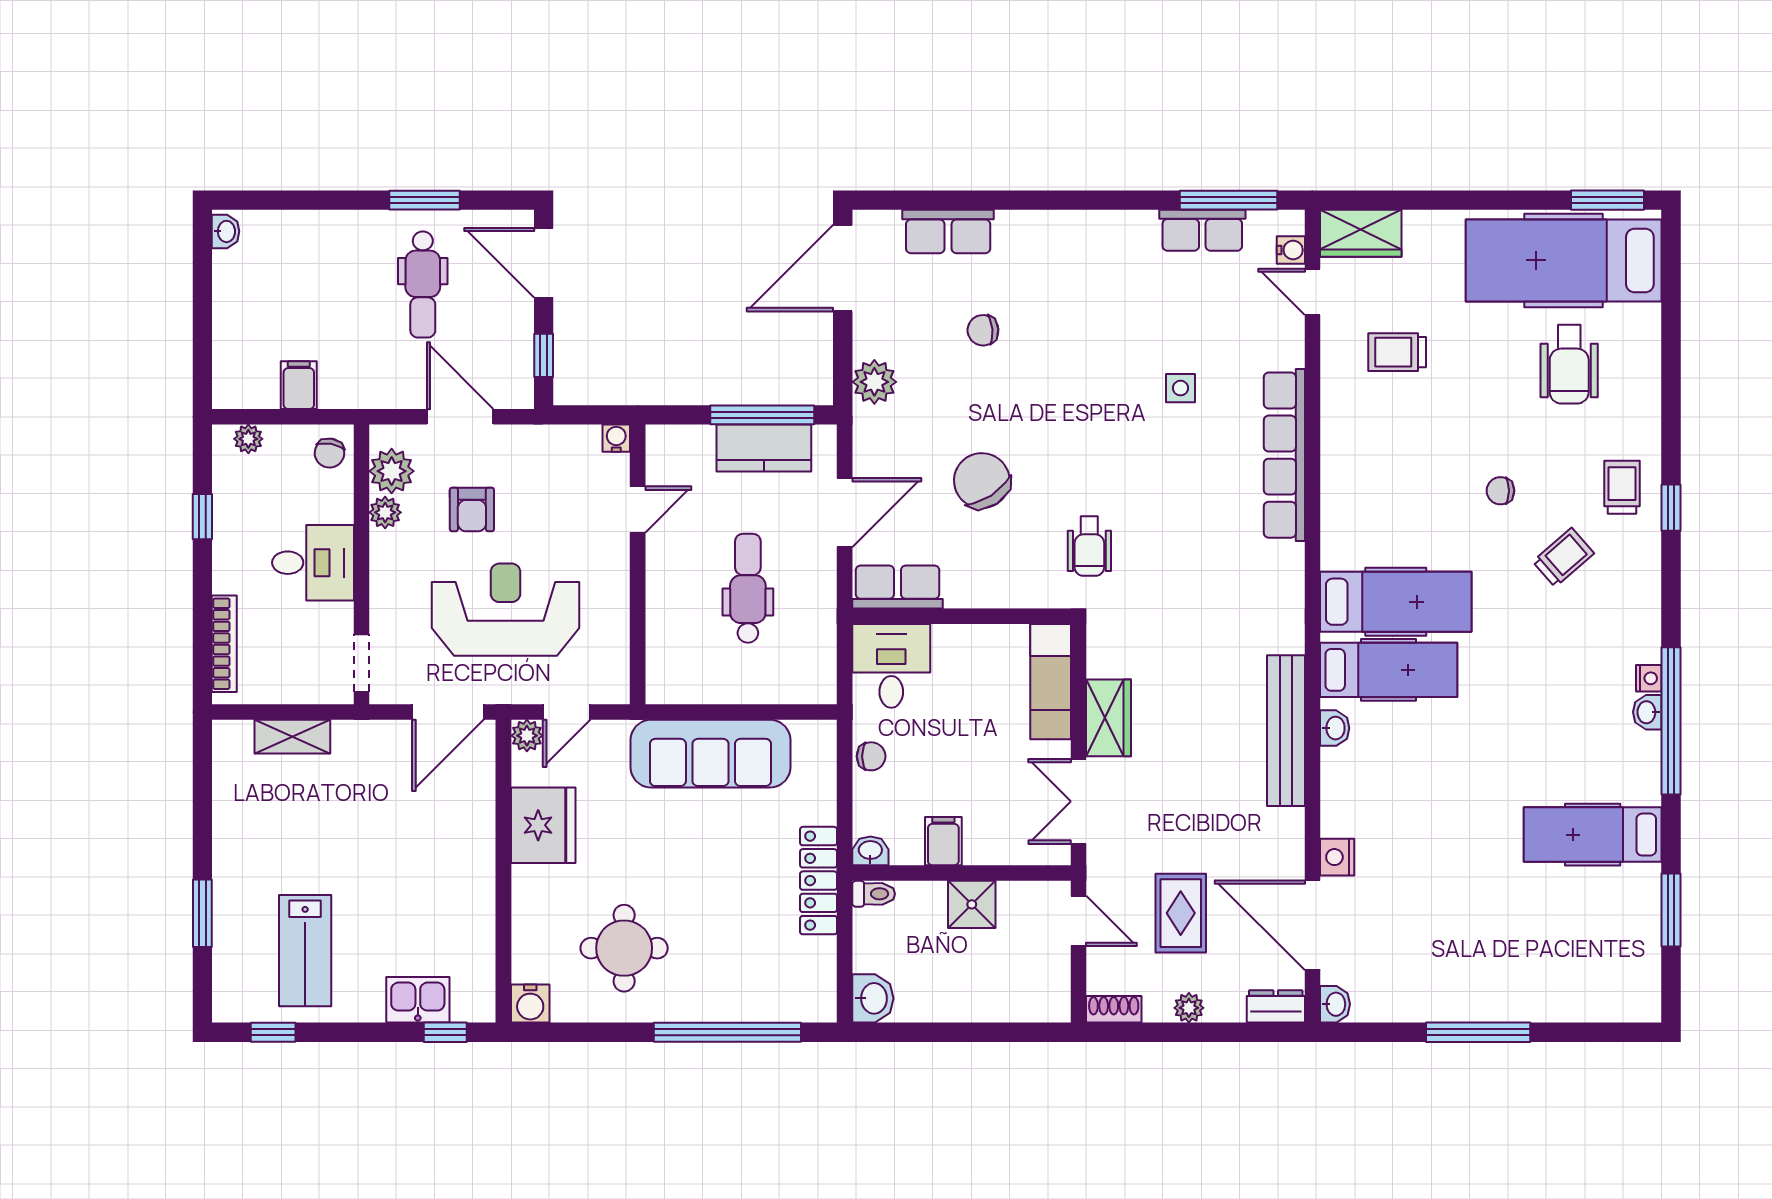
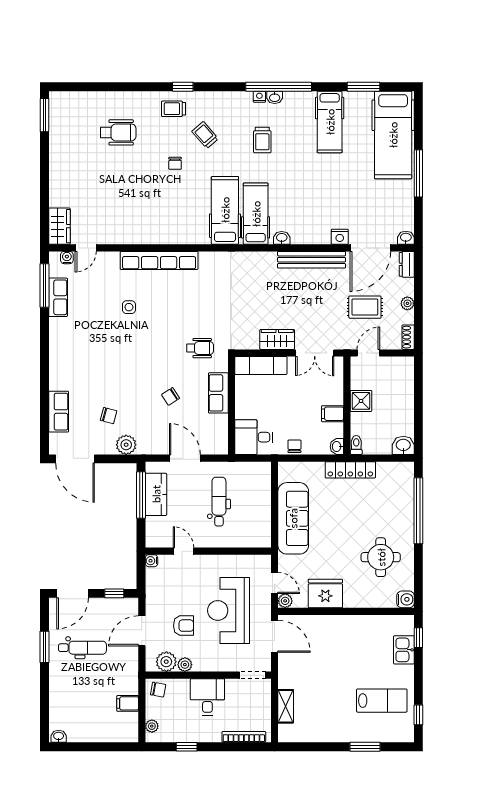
hospital bed: (1564, 260) -> (393, 135), moved
chair: (983, 330) -> (109, 416), moved, turned -70
trolley: (1397, 352) -> (262, 140), moved
chair: (982, 481) -> (171, 396), width x0.54, depth x0.54
row of seats: (898, 587) -> (218, 393), moved
dental chair: (748, 588) -> (219, 502), turned 90
bench: (1286, 731) -> (311, 260), moved

